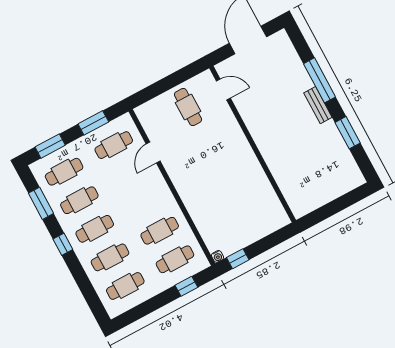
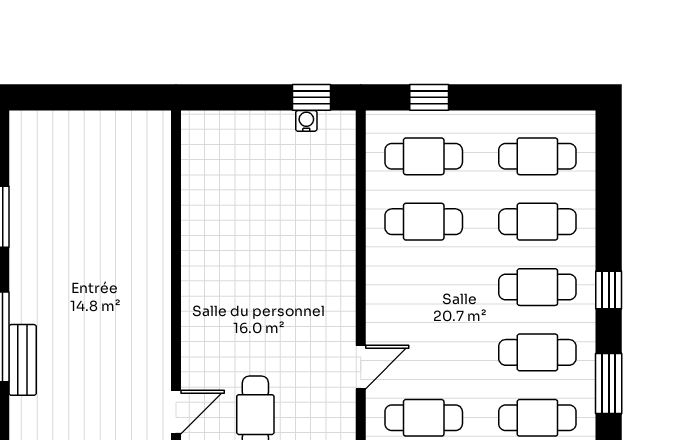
door: (223, 90) -> (176, 412), swing flipped
bench: (318, 105) -> (23, 360), moved
water cooler: (218, 256) -> (306, 121), moved

